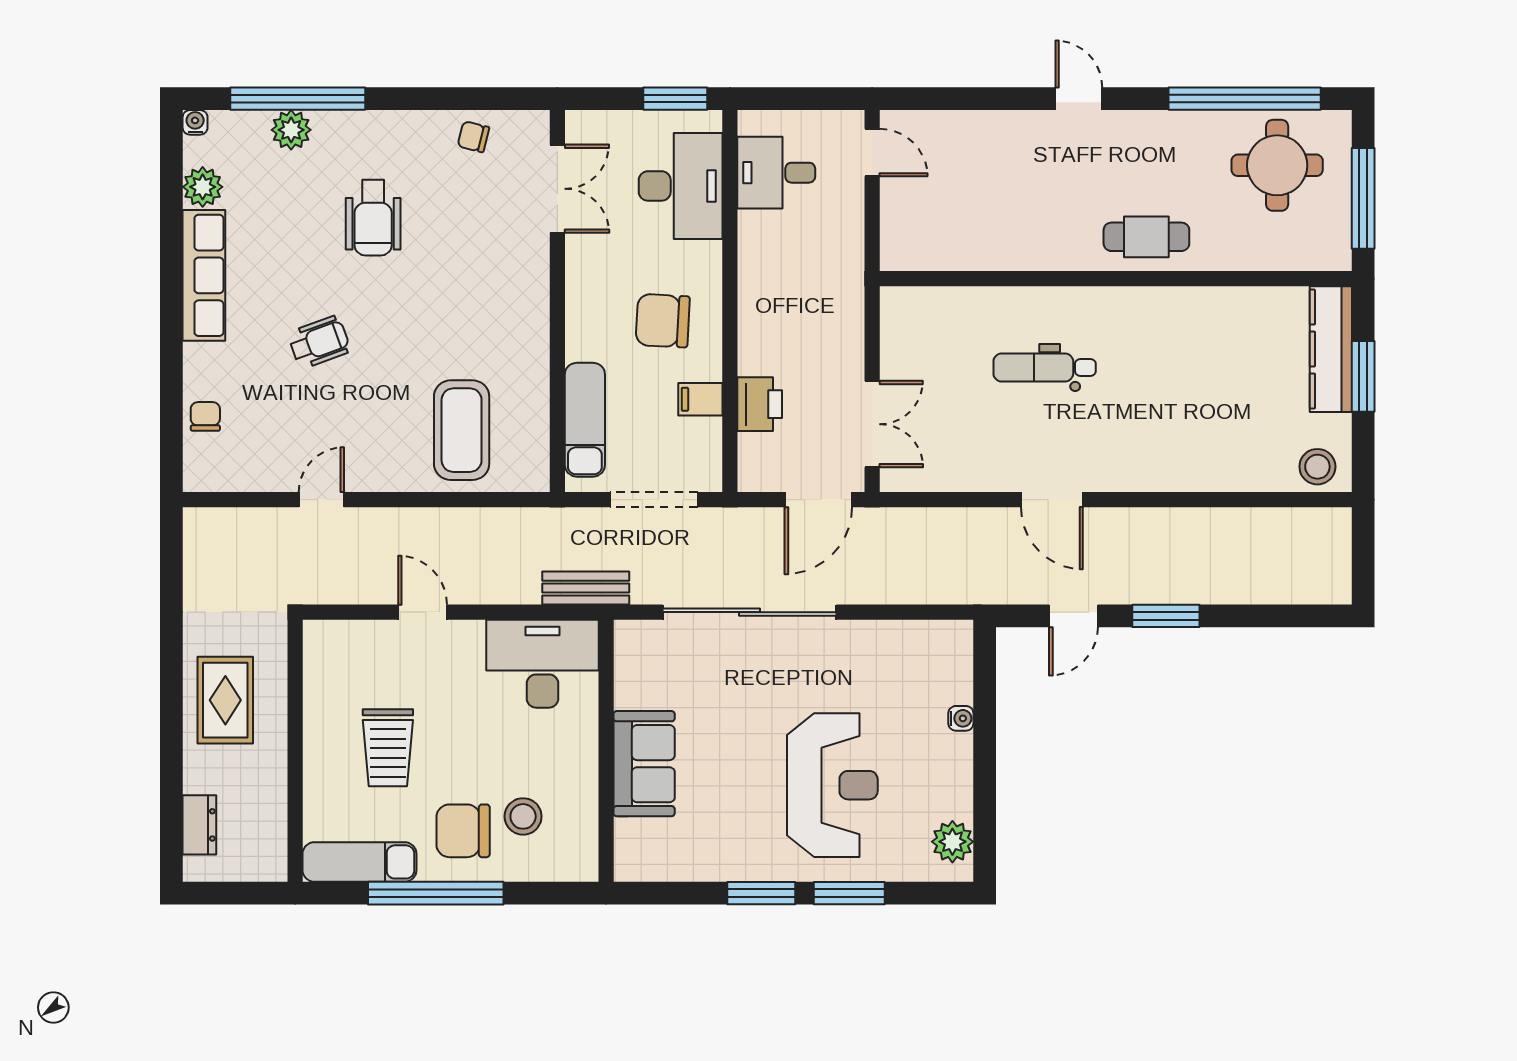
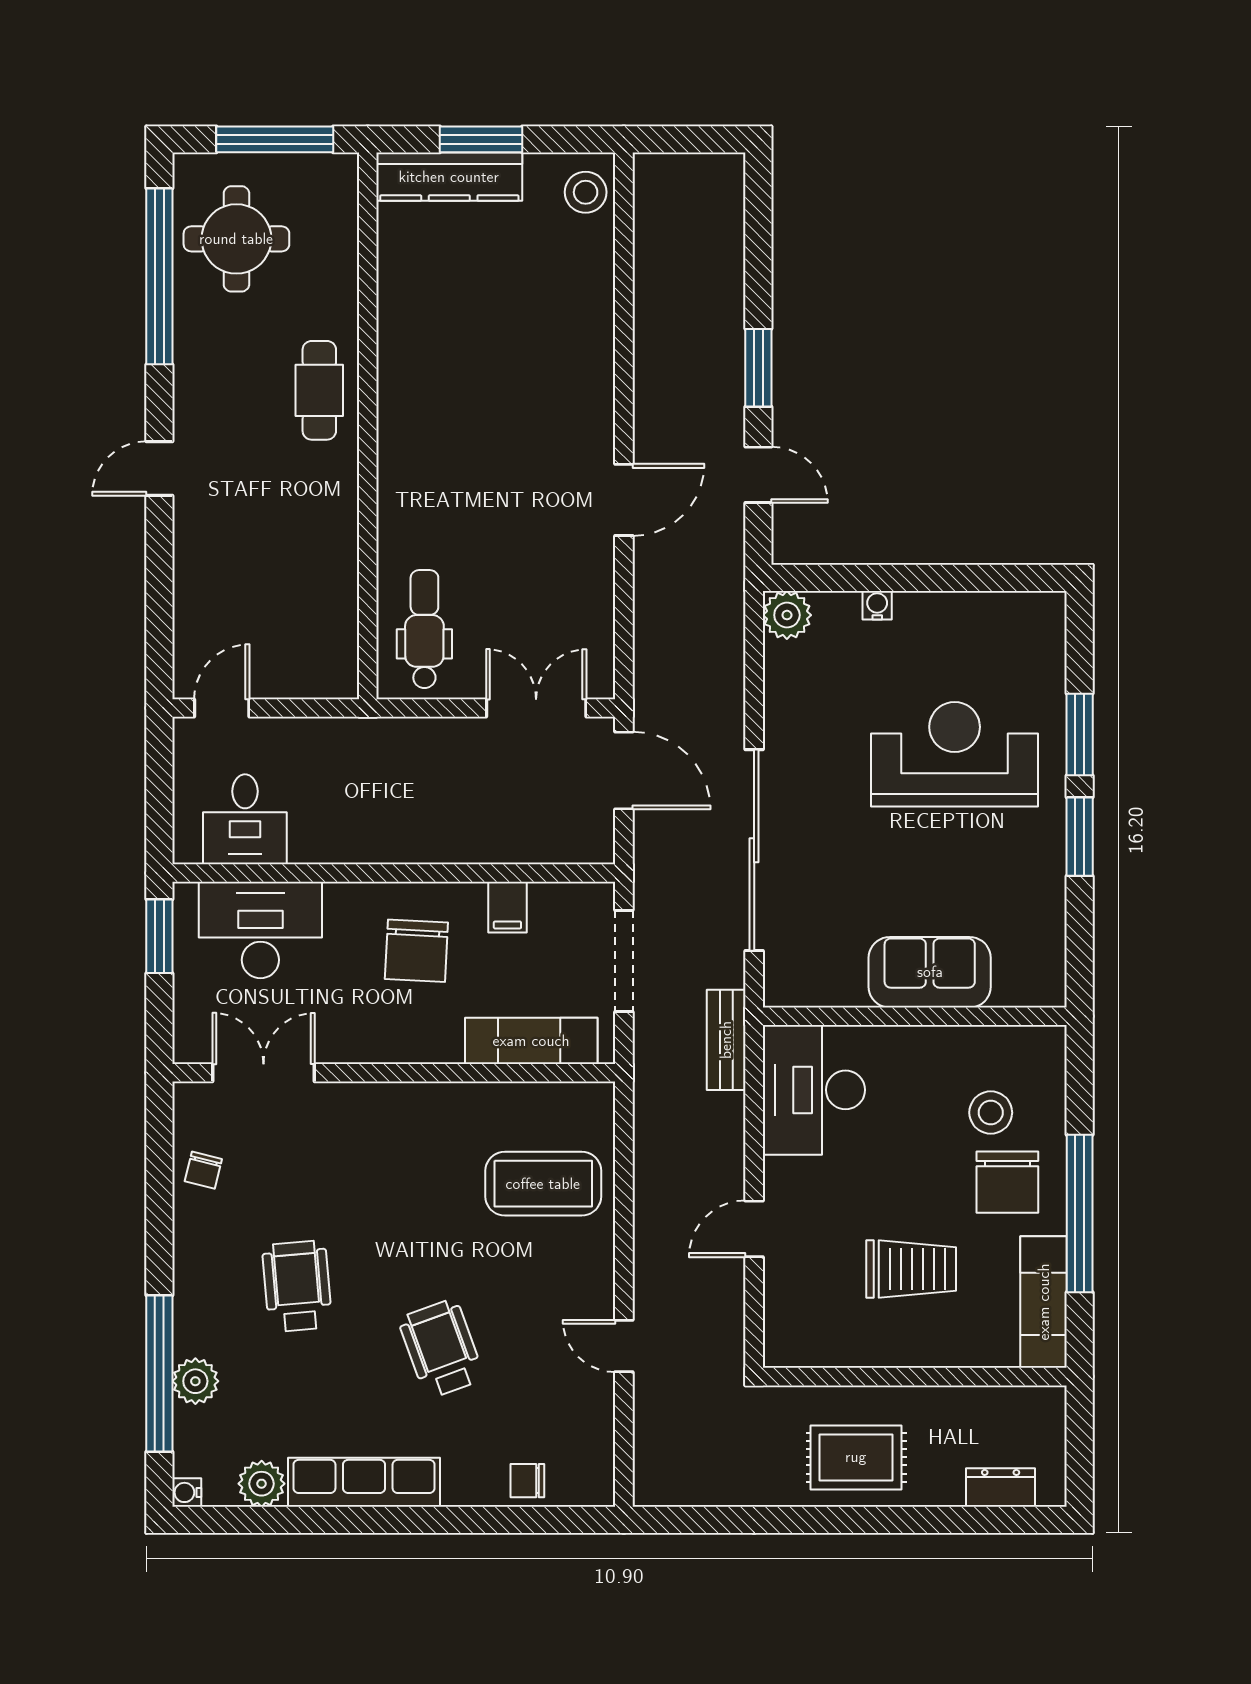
wheelchair: (373, 218) -> (297, 1286), turned -95
wheelchair: (319, 342) -> (441, 1349), width x1.36, depth x1.37
dental chair: (1045, 367) -> (424, 629), moved, turned 180
printer: (760, 404) -> (513, 839), removed
plant: (952, 842) -> (787, 615), moved

